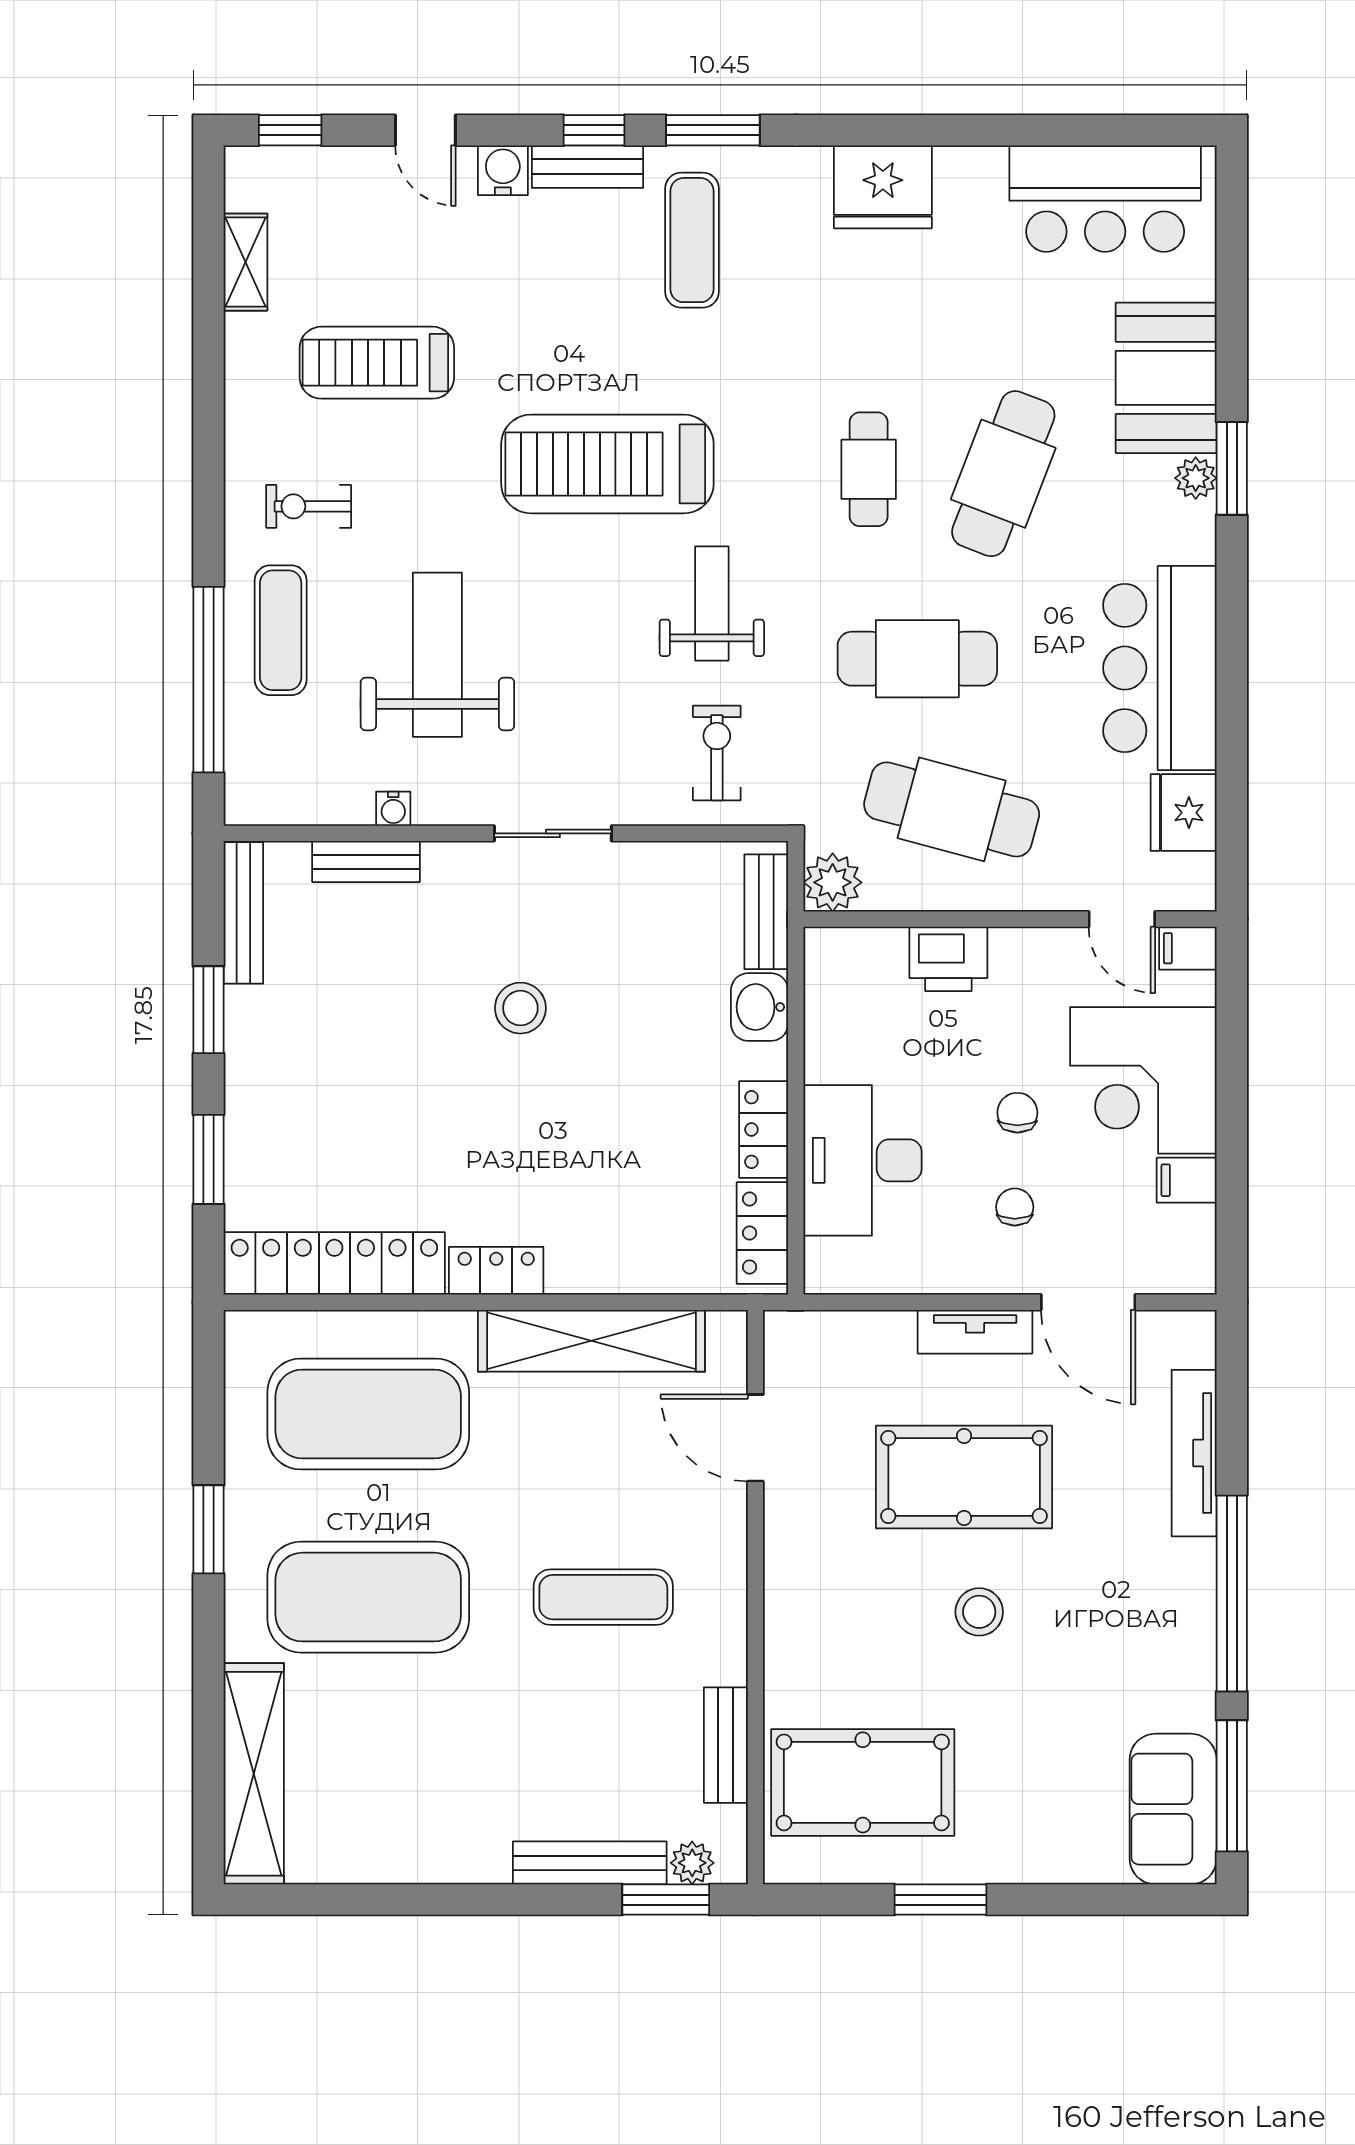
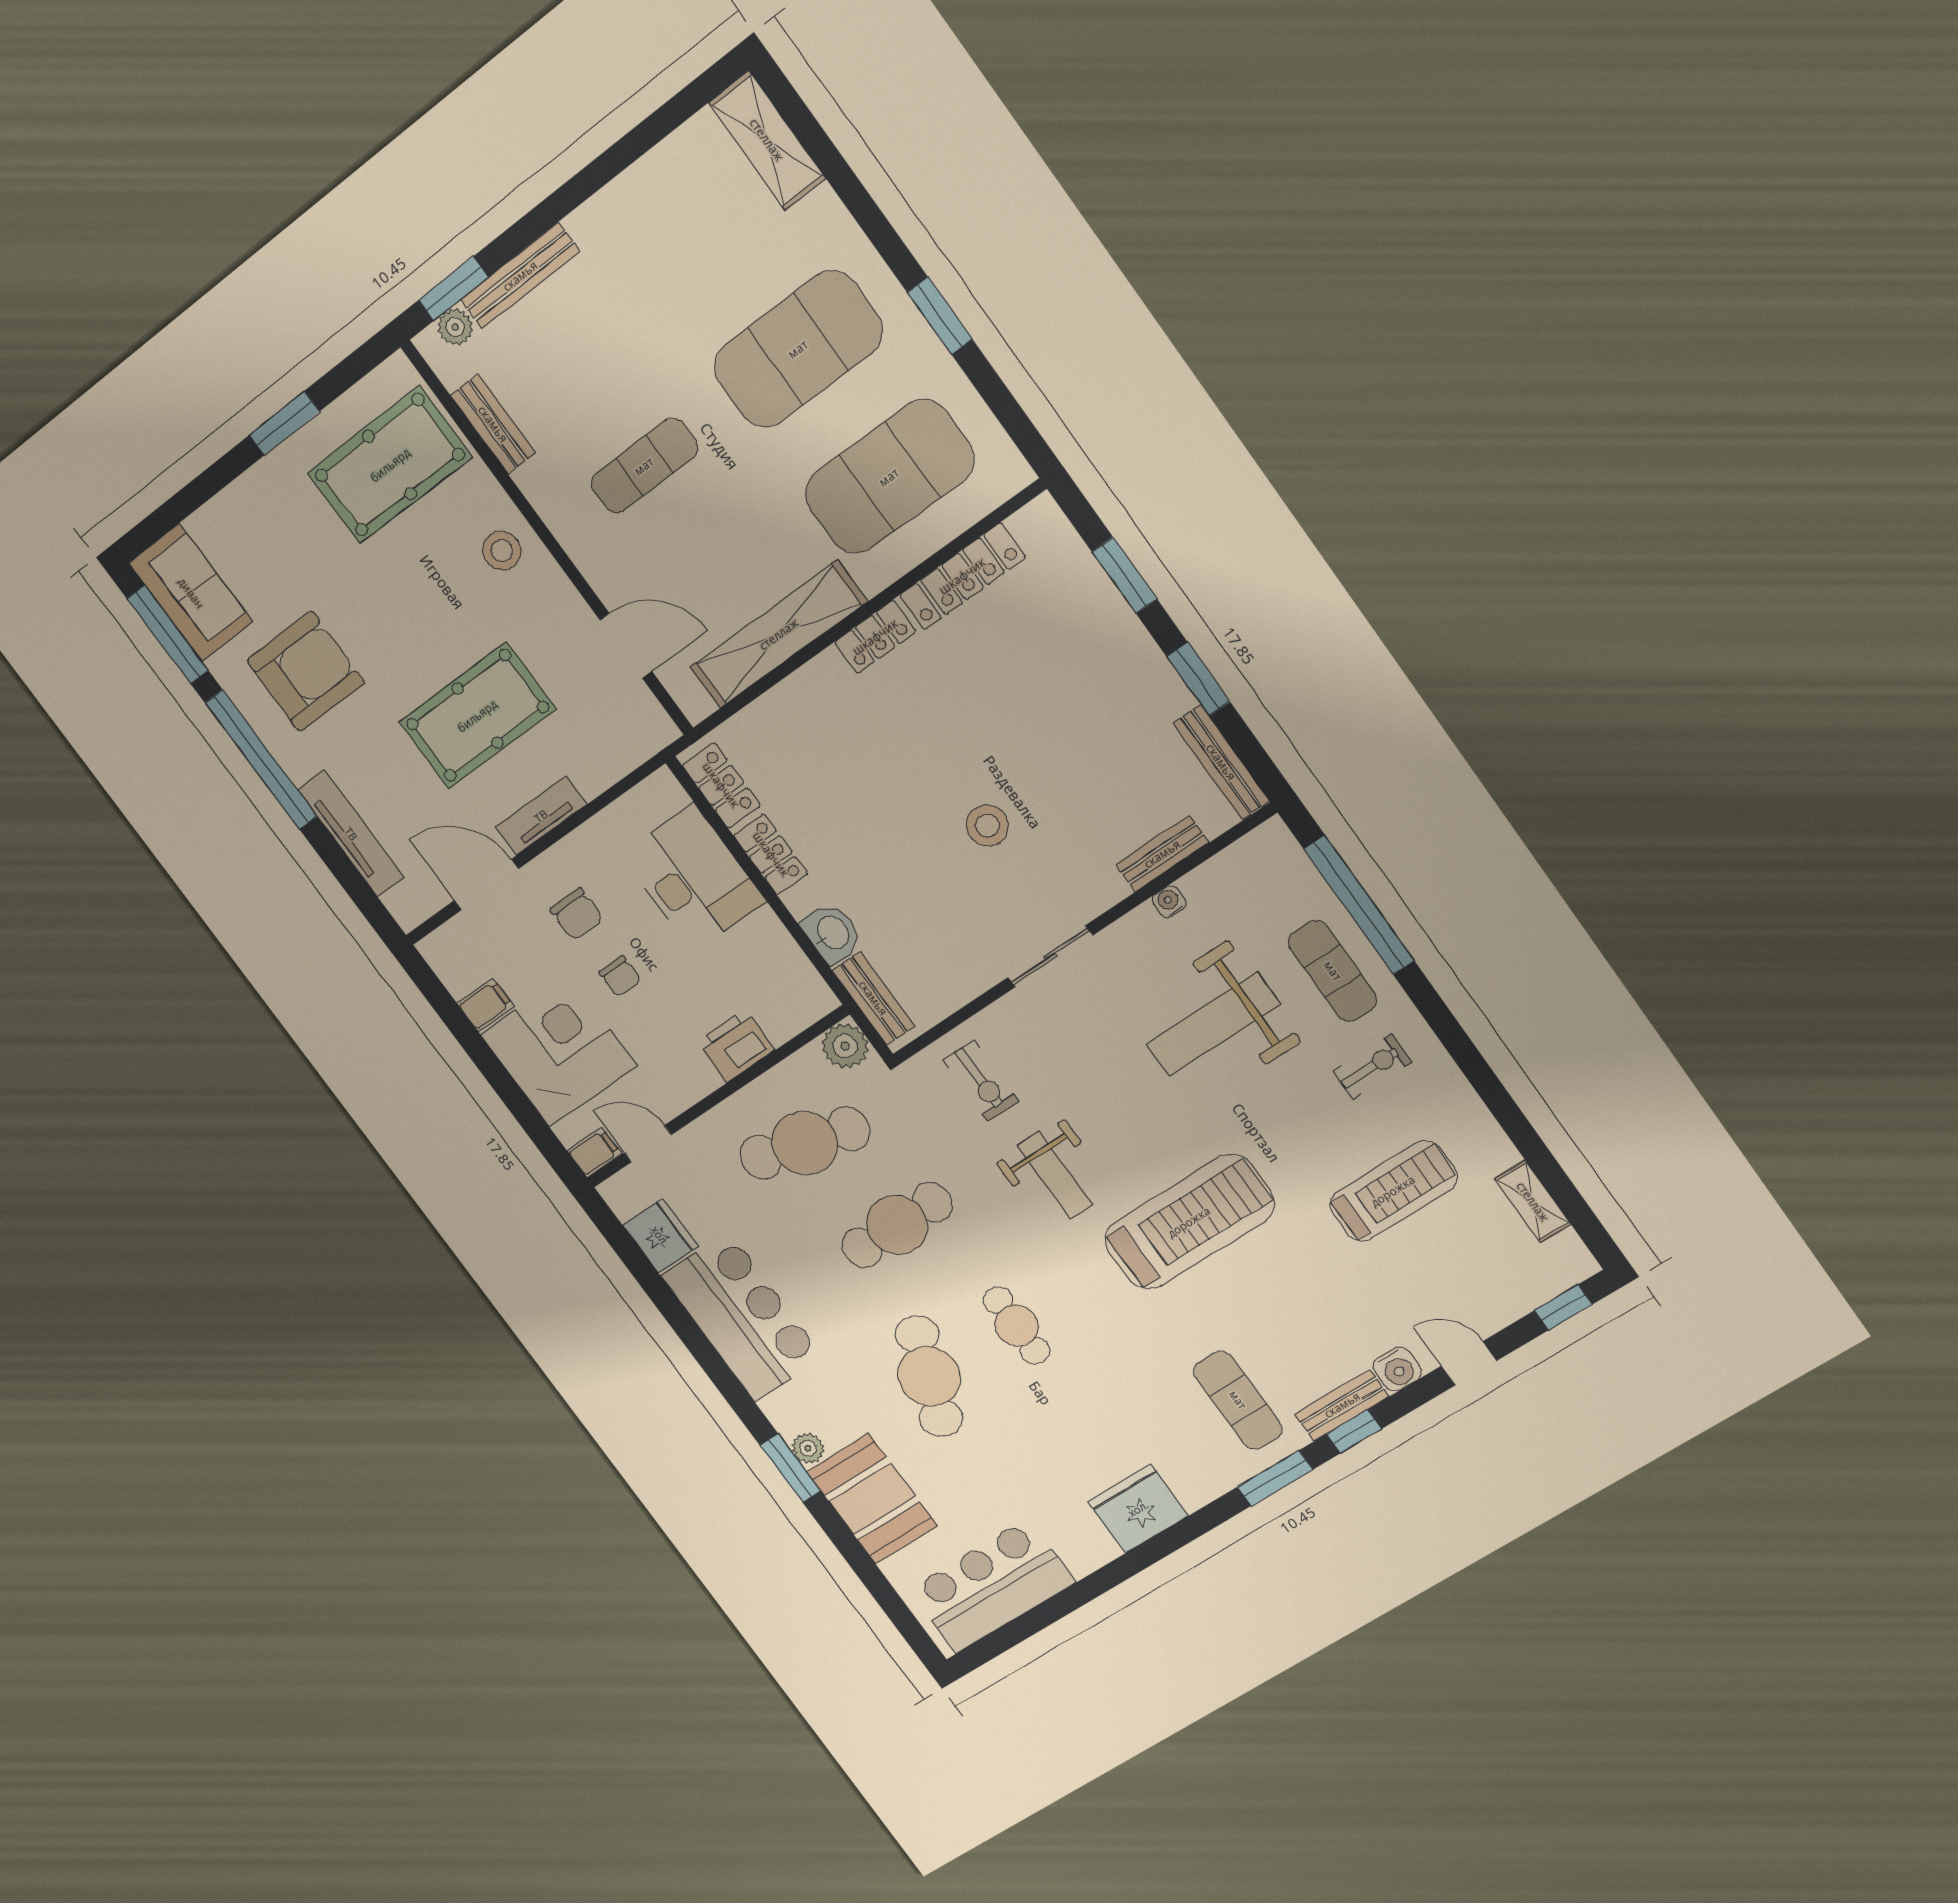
weight bench: (437, 655) -> (1213, 1024), turned 90
chair: (1015, 1207) -> (577, 914), width x1.37, depth x1.37
locker: (334, 1263) -> (962, 576), width x0.71, depth x0.83
stool: (979, 1612) -> (502, 551), moved
armchair: (1112, 1647) -> (306, 671), added
shelving: (254, 1774) -> (767, 140), width x0.68

